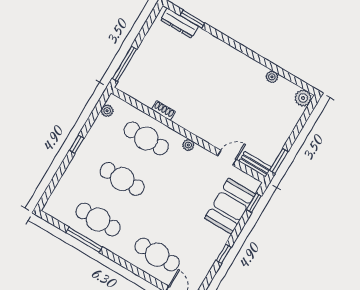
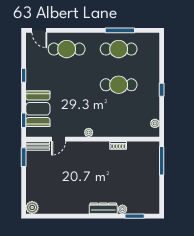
dresser: (179, 23) -> (103, 208), moved
plant: (272, 77) -> (122, 209), moved
cafe table: (146, 138) -> (119, 121), removed

